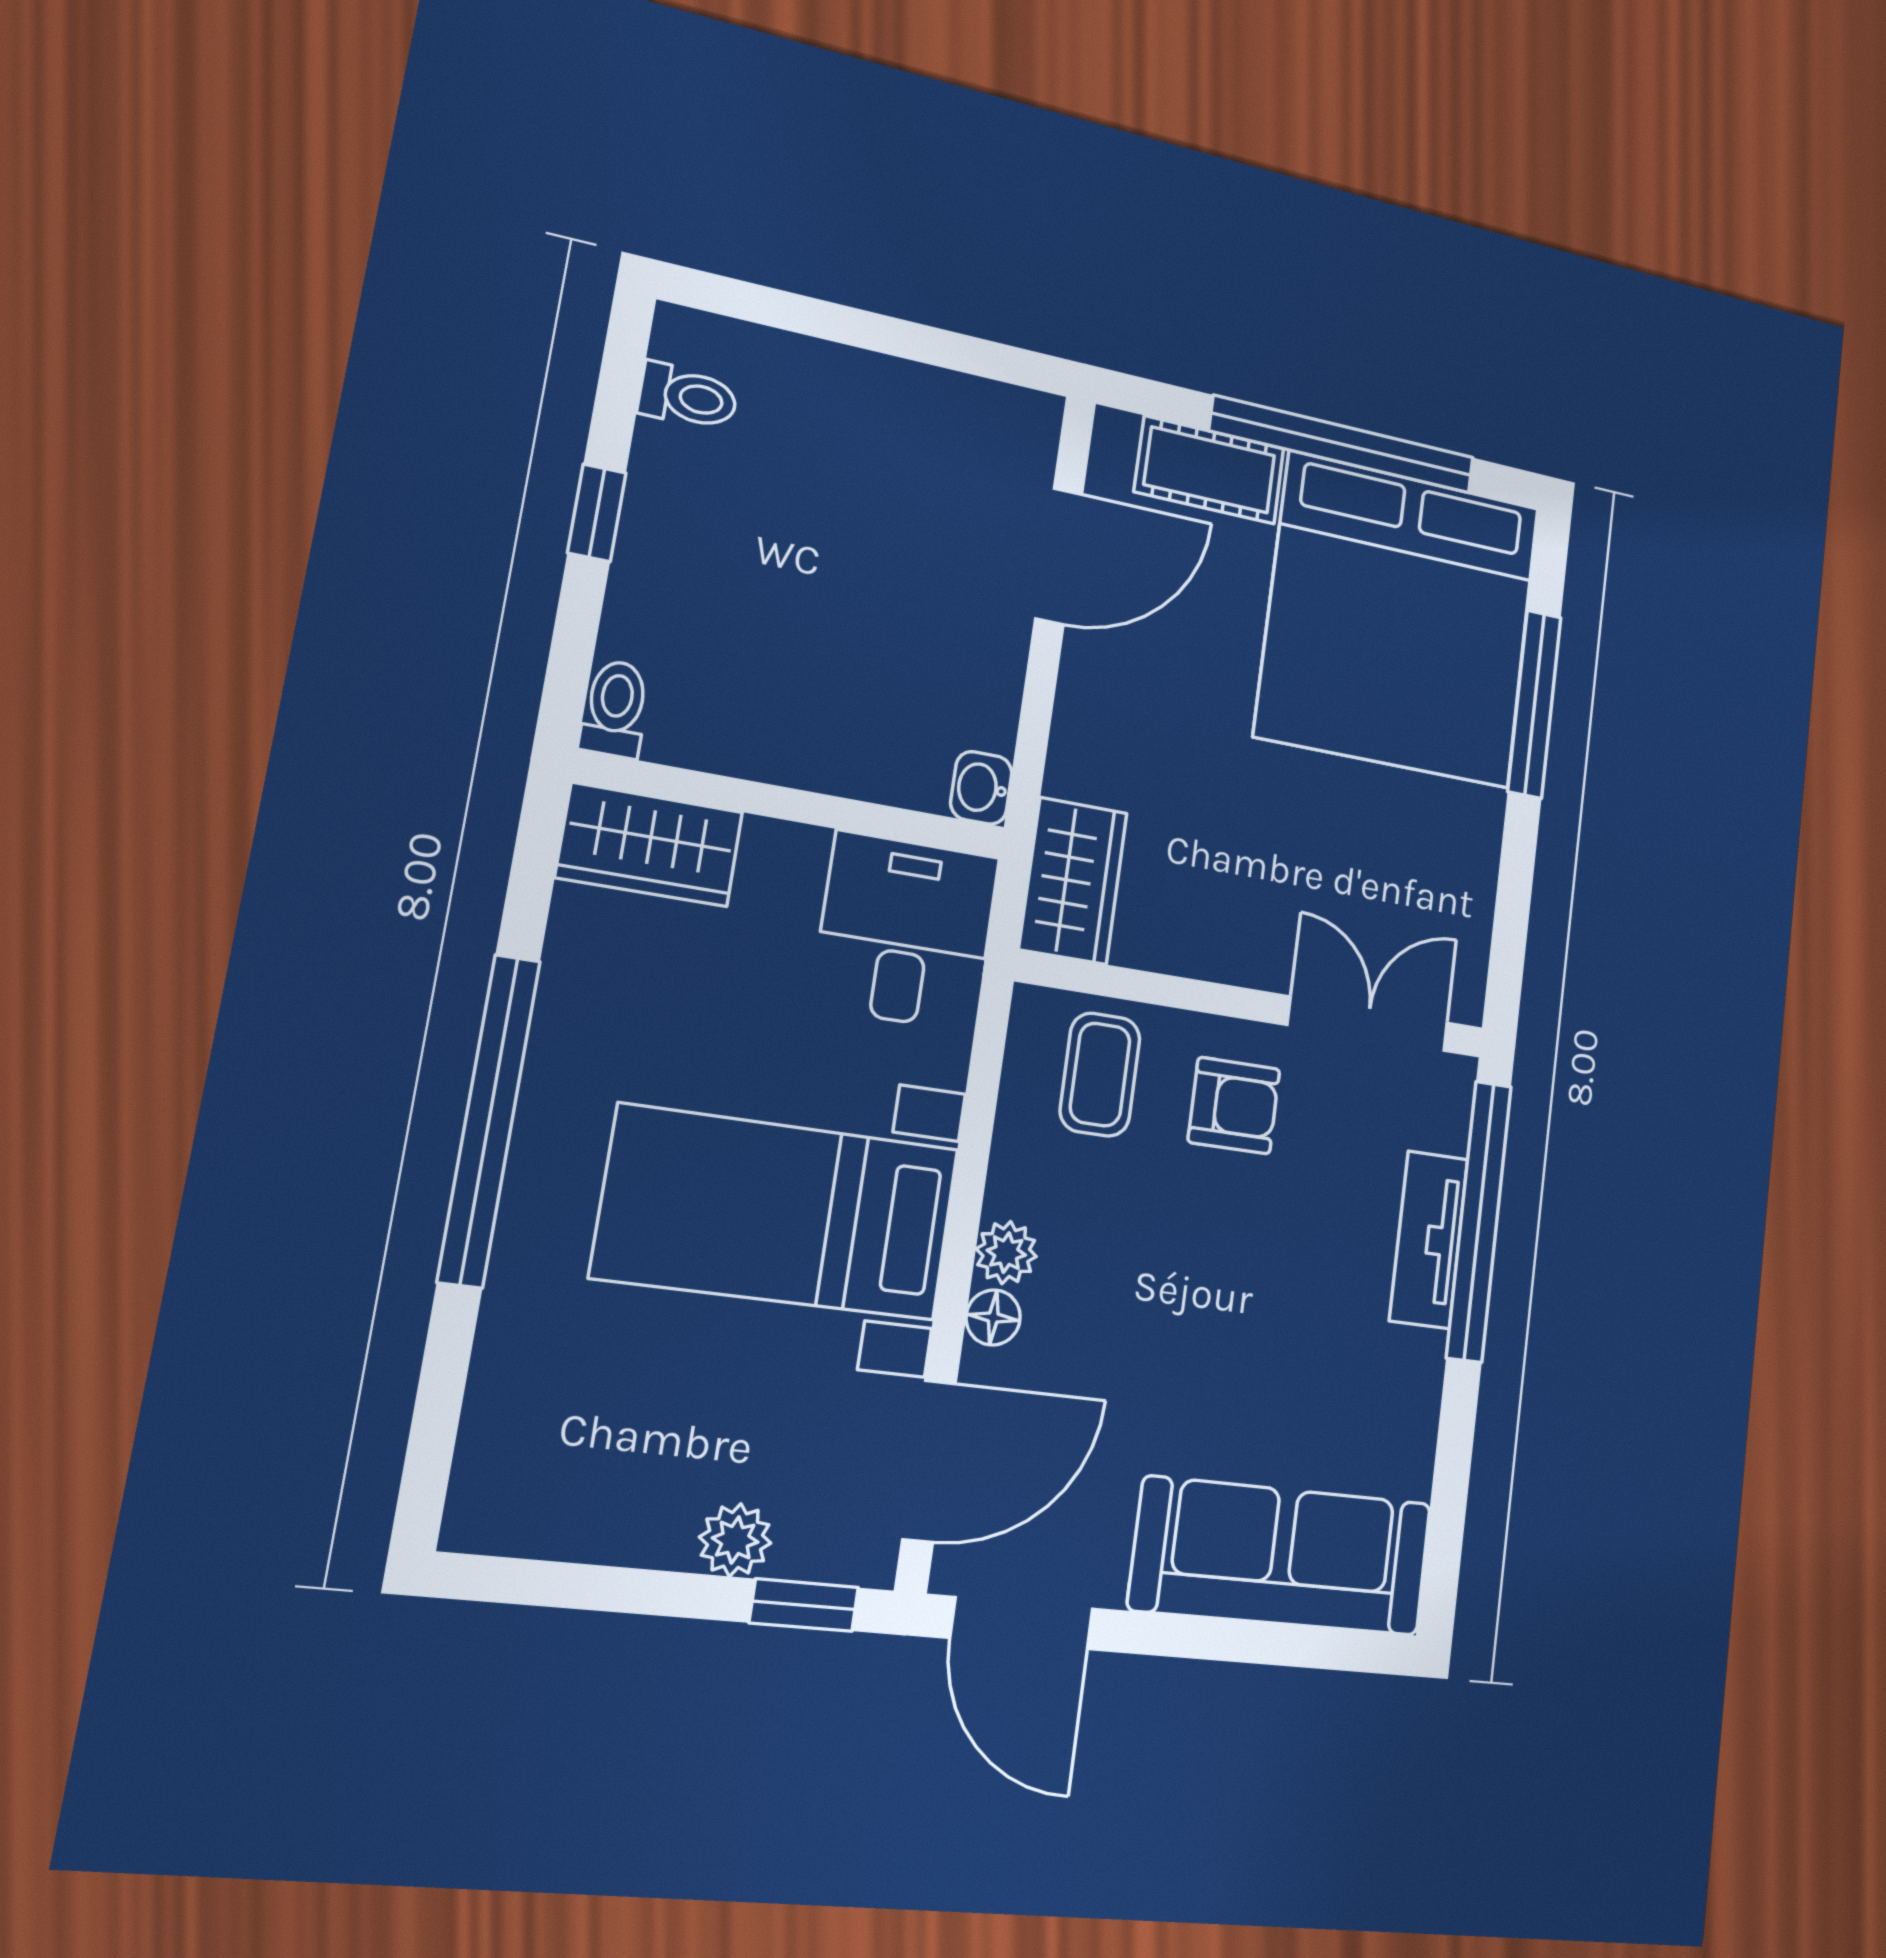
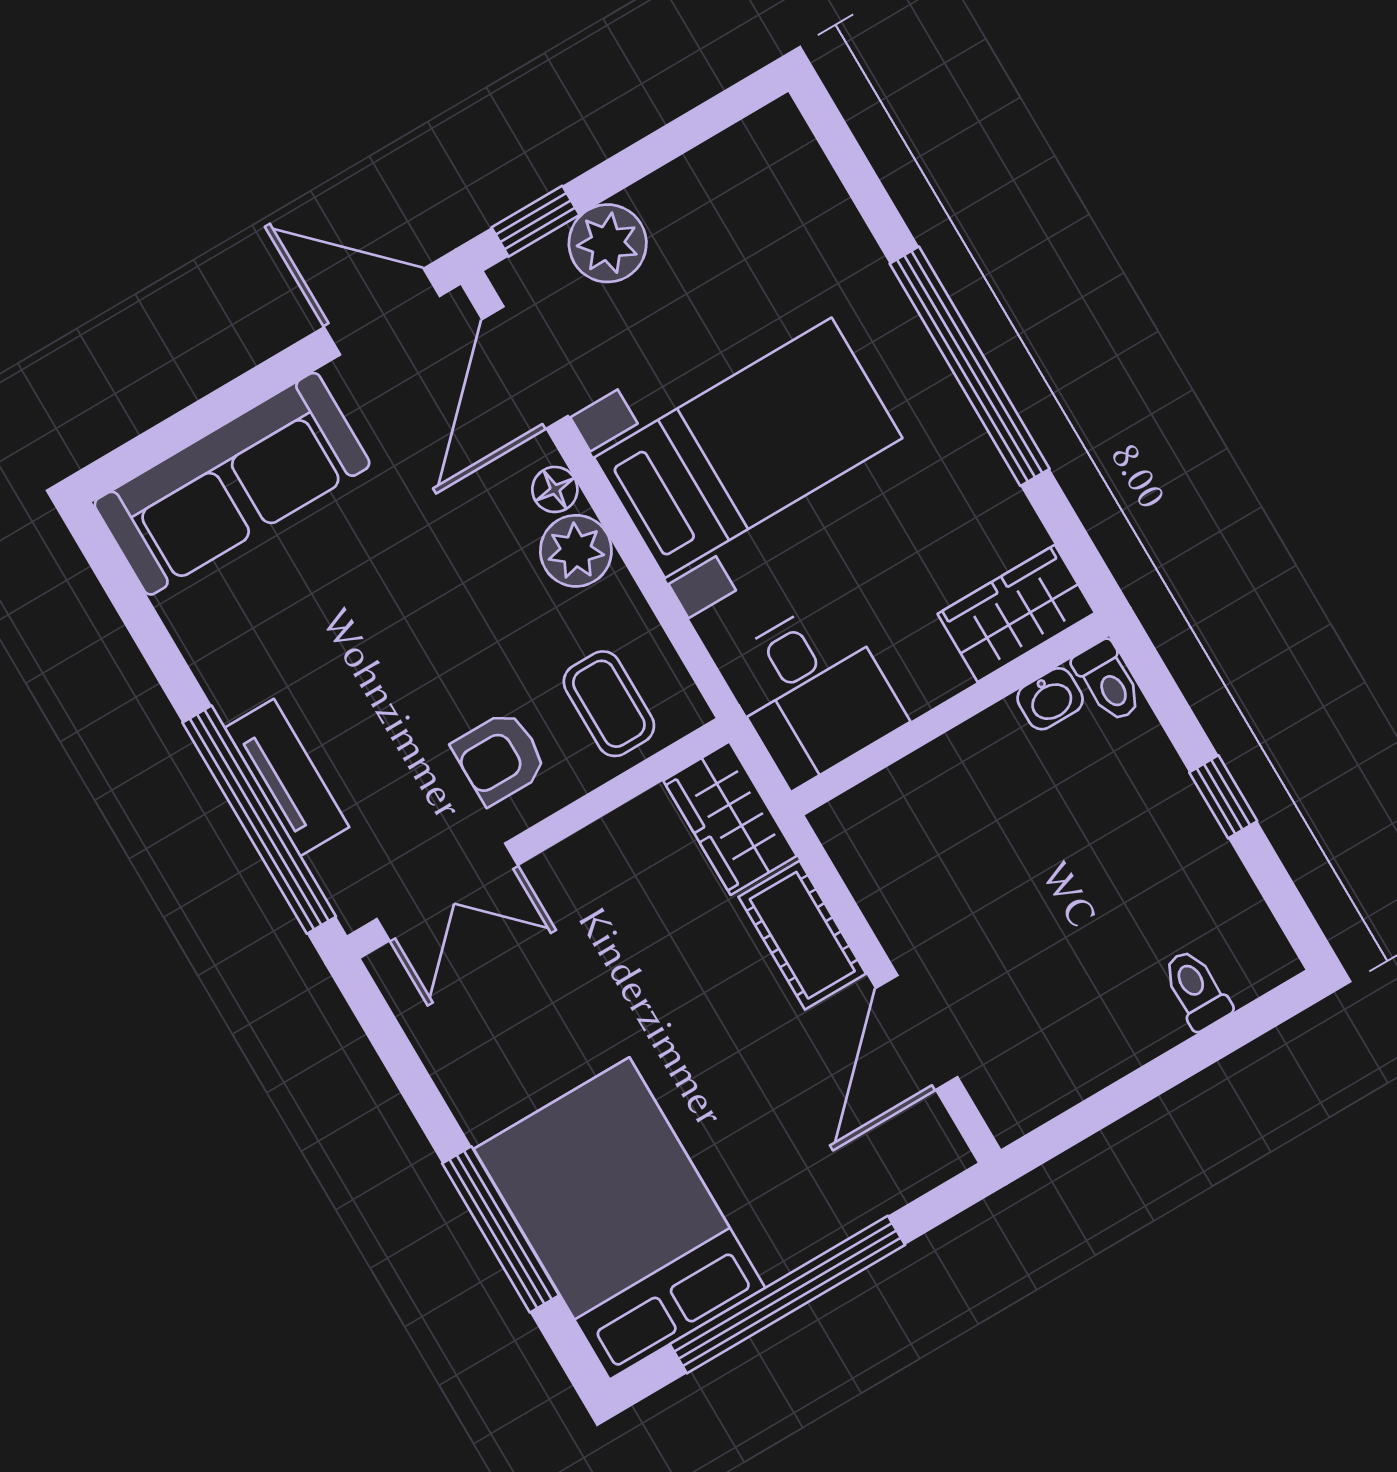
toilet: (688, 397) -> (1196, 990), moved, turned 90
cot: (1209, 470) -> (802, 935), moved, turned 90
bed: (1399, 620) -> (620, 1218), width x0.73
washbasin: (981, 788) -> (1050, 699), moved, turned 90
plant: (1006, 1253) -> (576, 551), width x1.38, depth x1.38
plant: (735, 1540) -> (608, 243), width x1.38, depth x1.38

